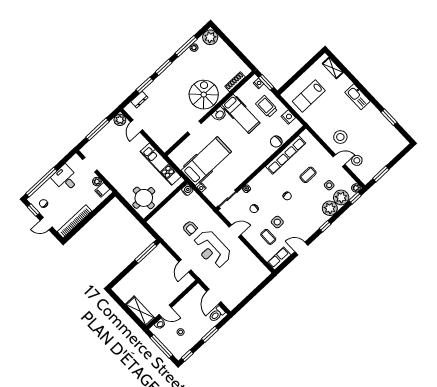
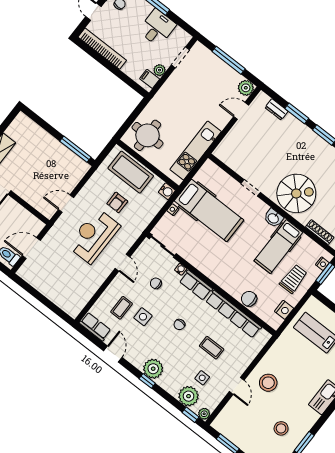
stool: (357, 160) -> (281, 428), moved
row of seats: (260, 179) -> (196, 285), added
plant: (330, 208) -> (153, 369), moved
coffee table: (169, 215) -> (131, 172), added

